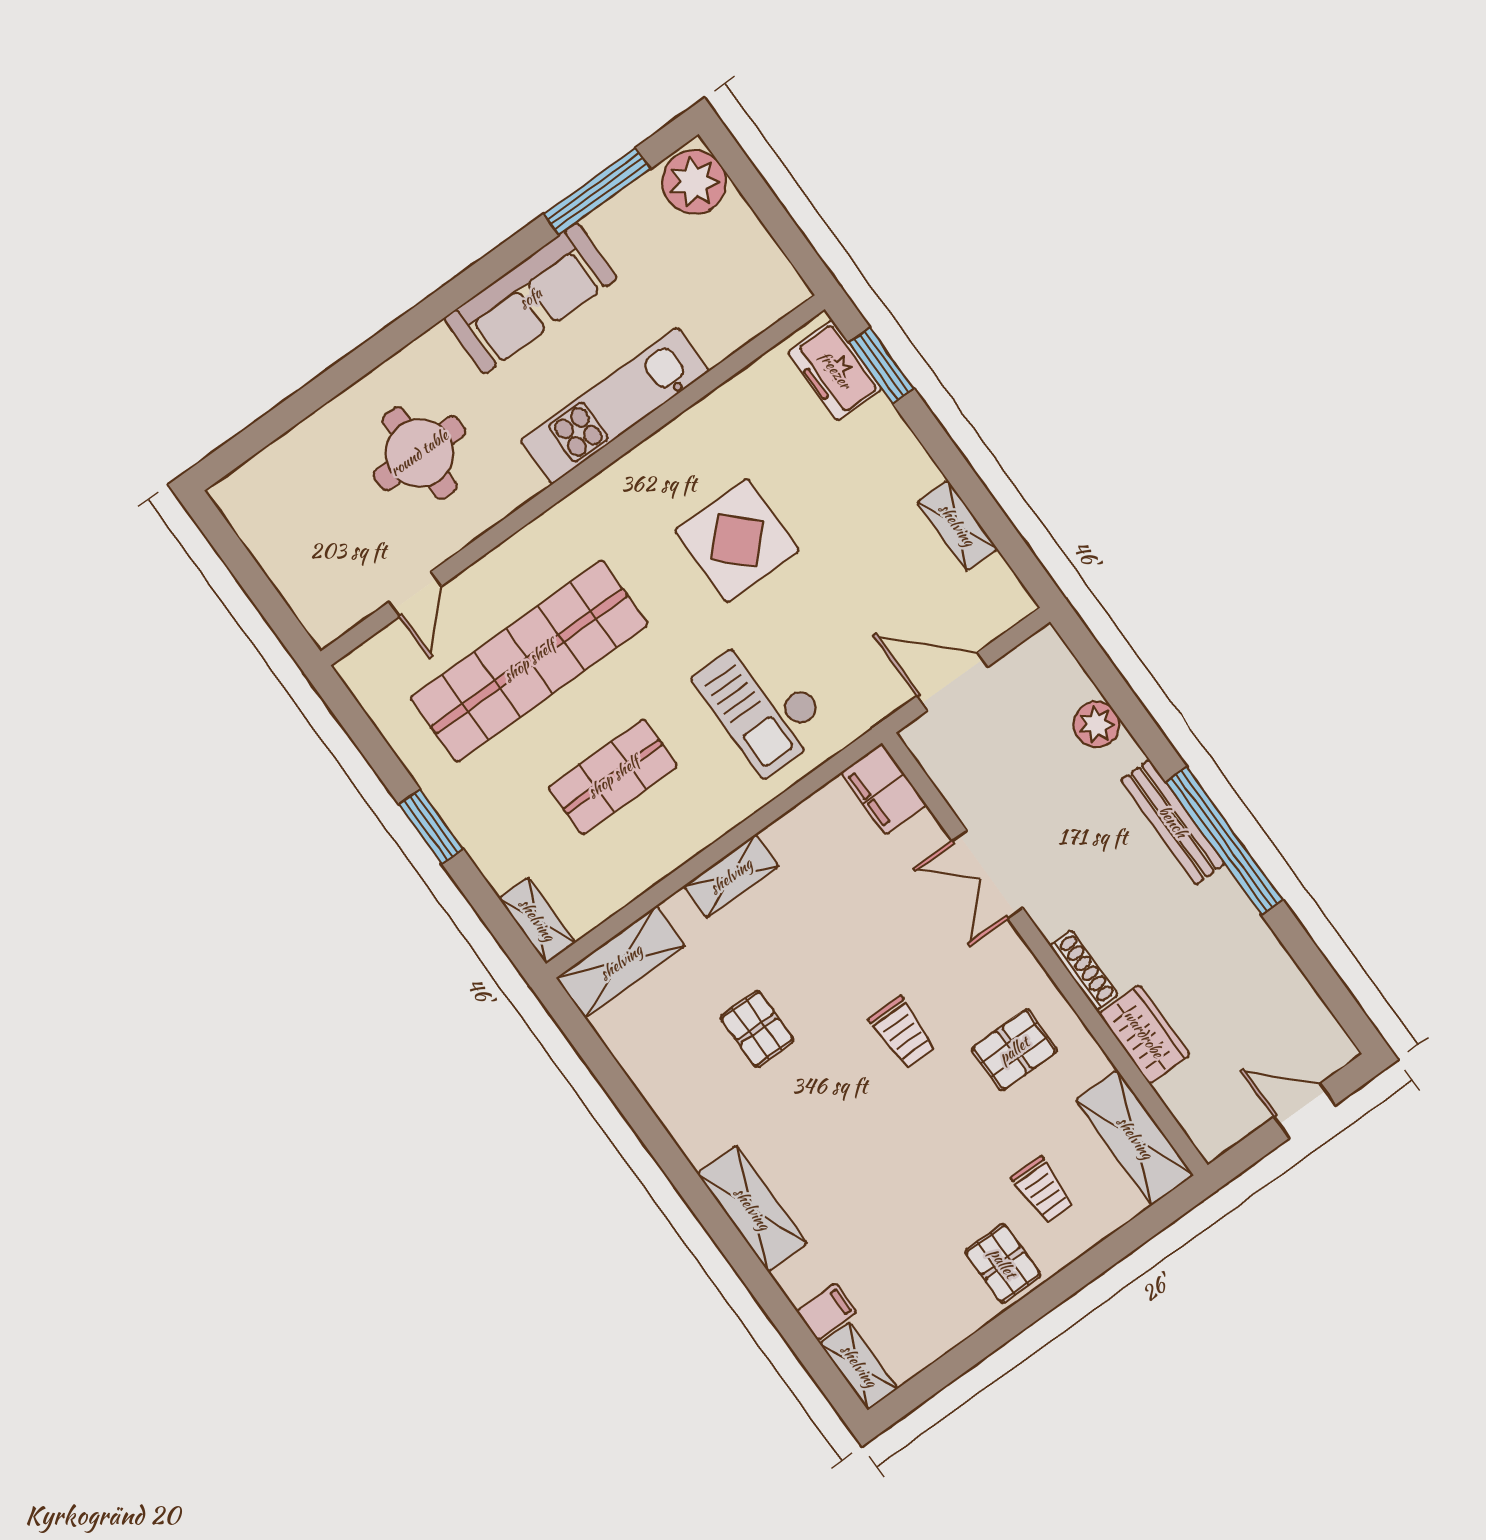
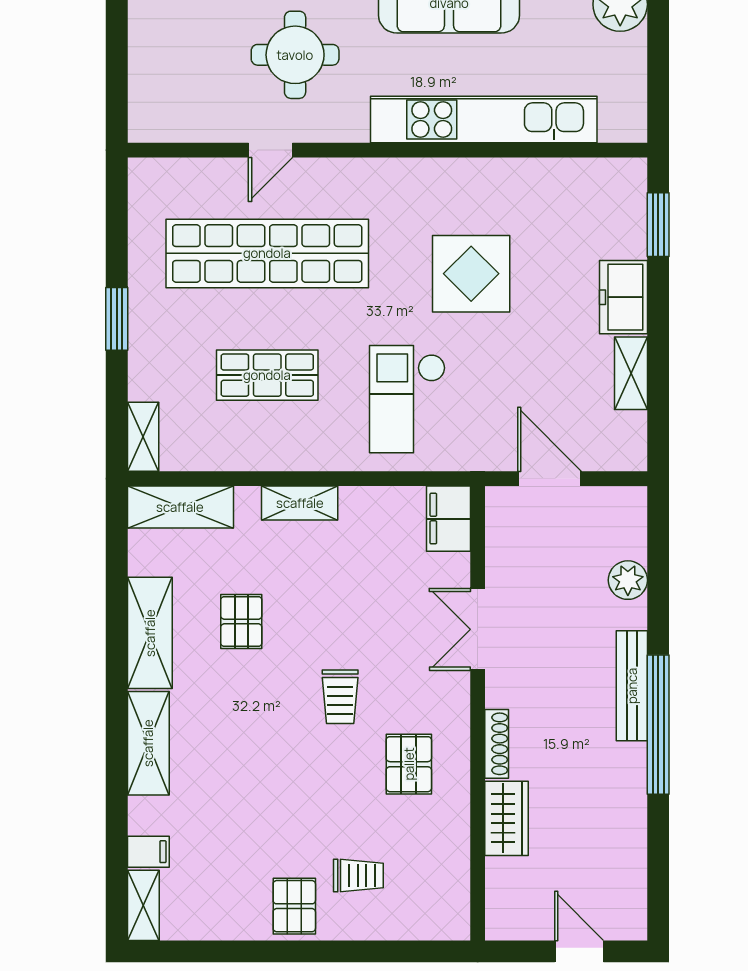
freezer: (835, 370) -> (623, 297), moved
kitchen unit: (615, 406) -> (484, 119), width x1.36
door: (415, 594) -> (270, 150), moved
pallet: (1014, 1050) -> (409, 764), turned 90
shelving: (1135, 1138) -> (150, 633), moved
trolley: (1043, 1190) -> (358, 875), turned -90

